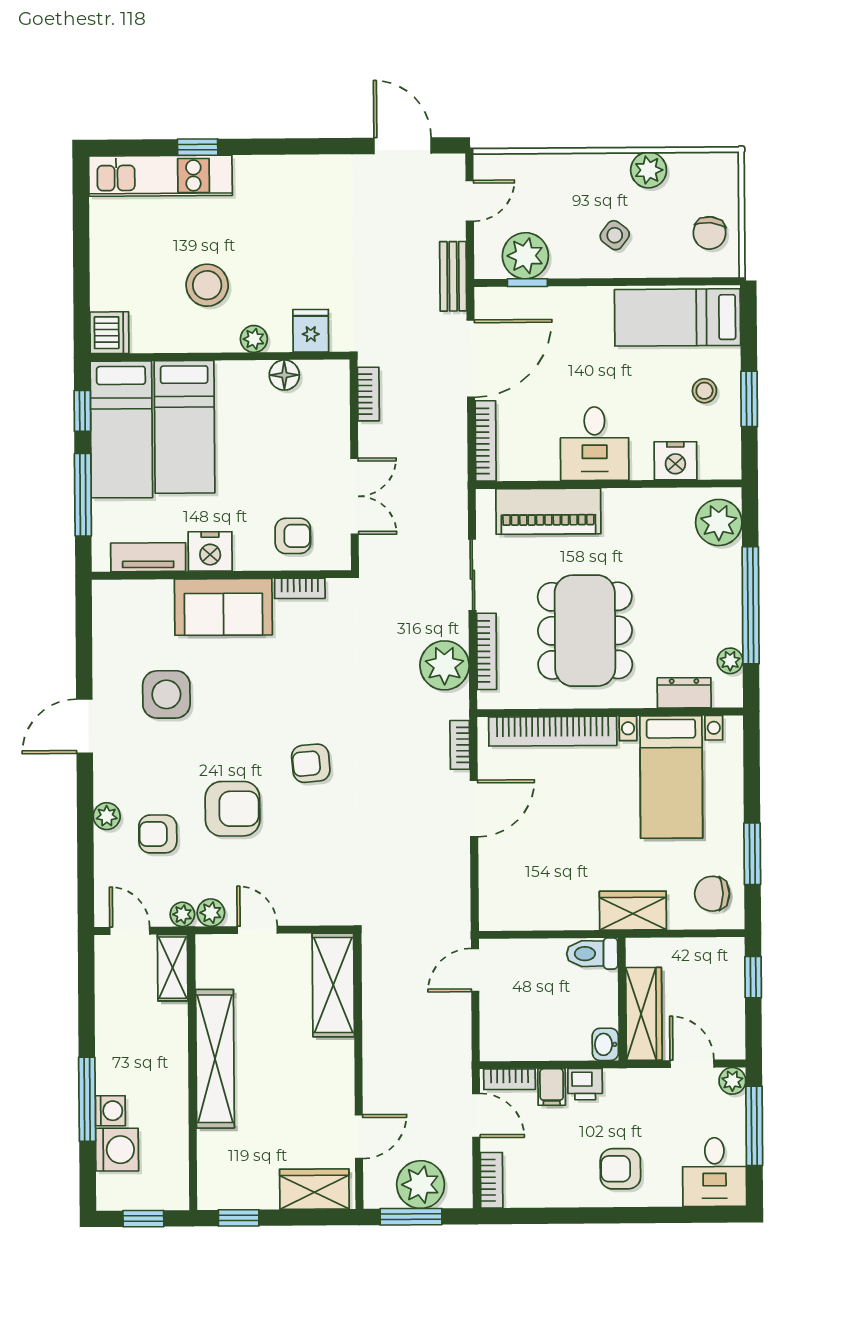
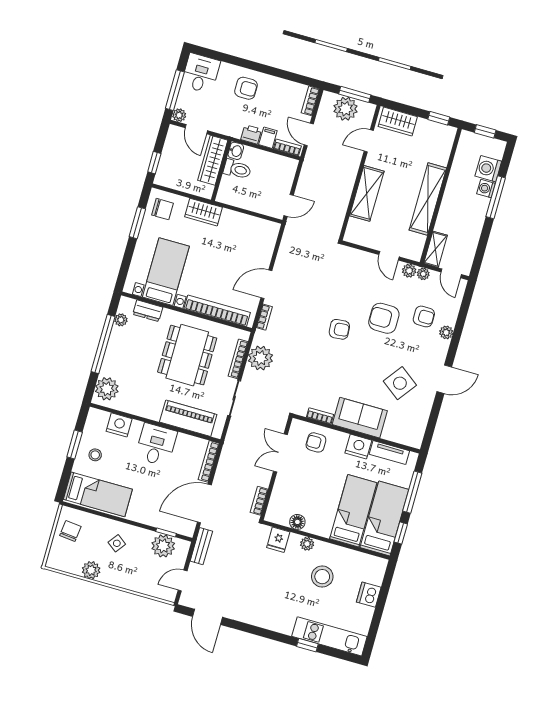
dishwasher: (109, 333) -> (369, 595), moved
side table: (166, 694) -> (400, 383), turned 37
toilet: (592, 954) -> (237, 169), moved
shelving: (333, 985) -> (367, 193), moved

